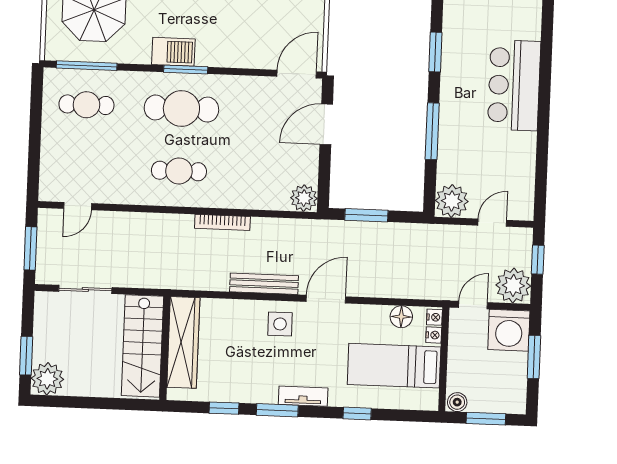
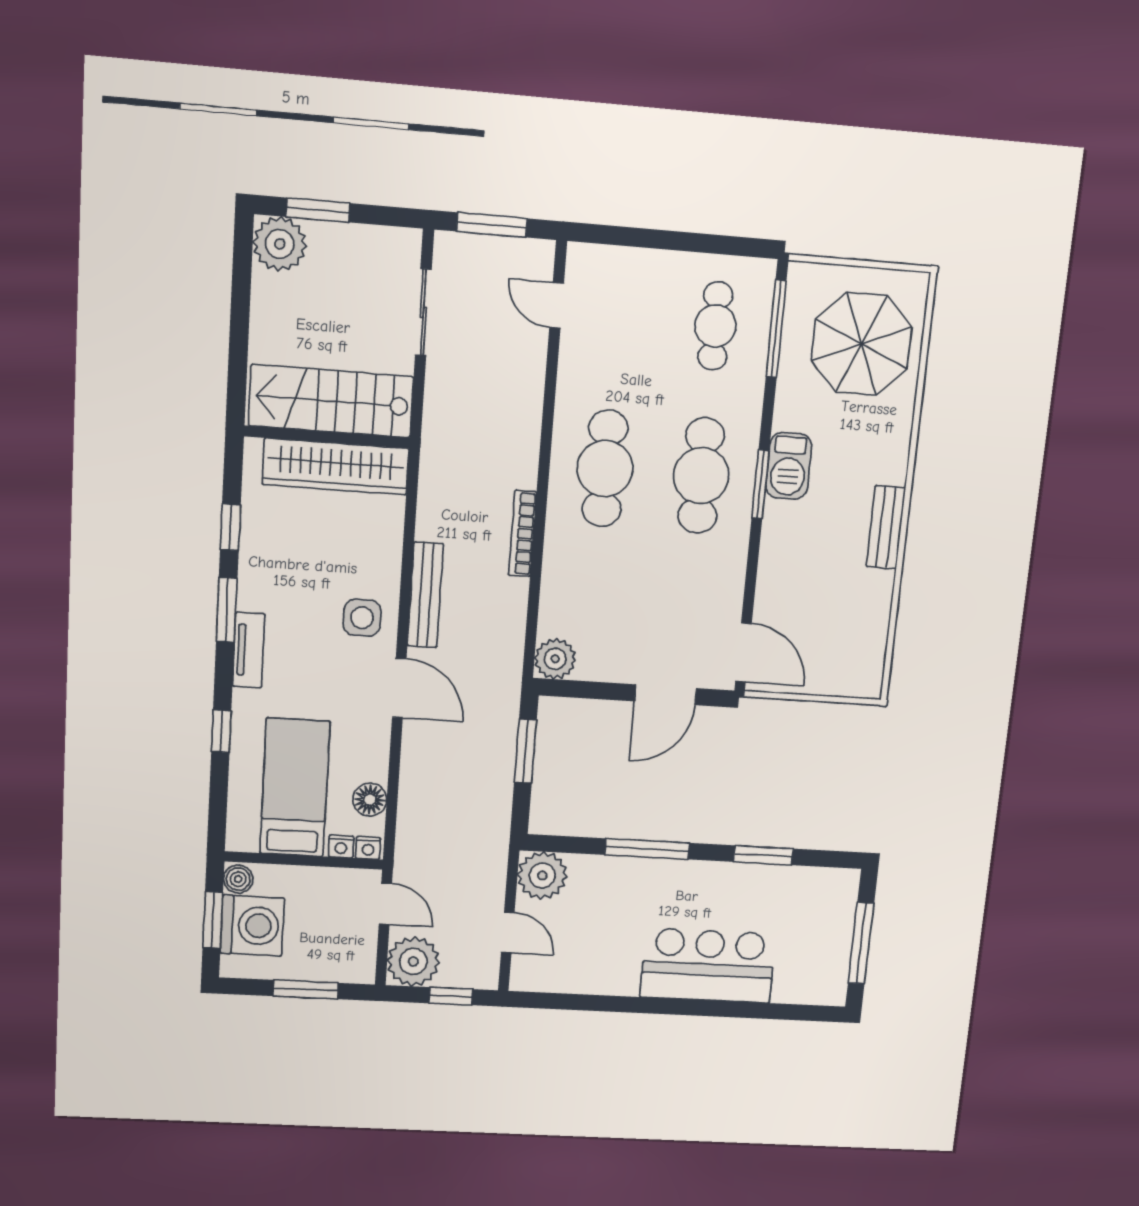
door: (326, 124) -> (665, 695), swing flipped
cafe table: (179, 171) -> (605, 469), width x1.37, depth x1.35
washing machine: (509, 330) -> (252, 926), moved, turned 180

